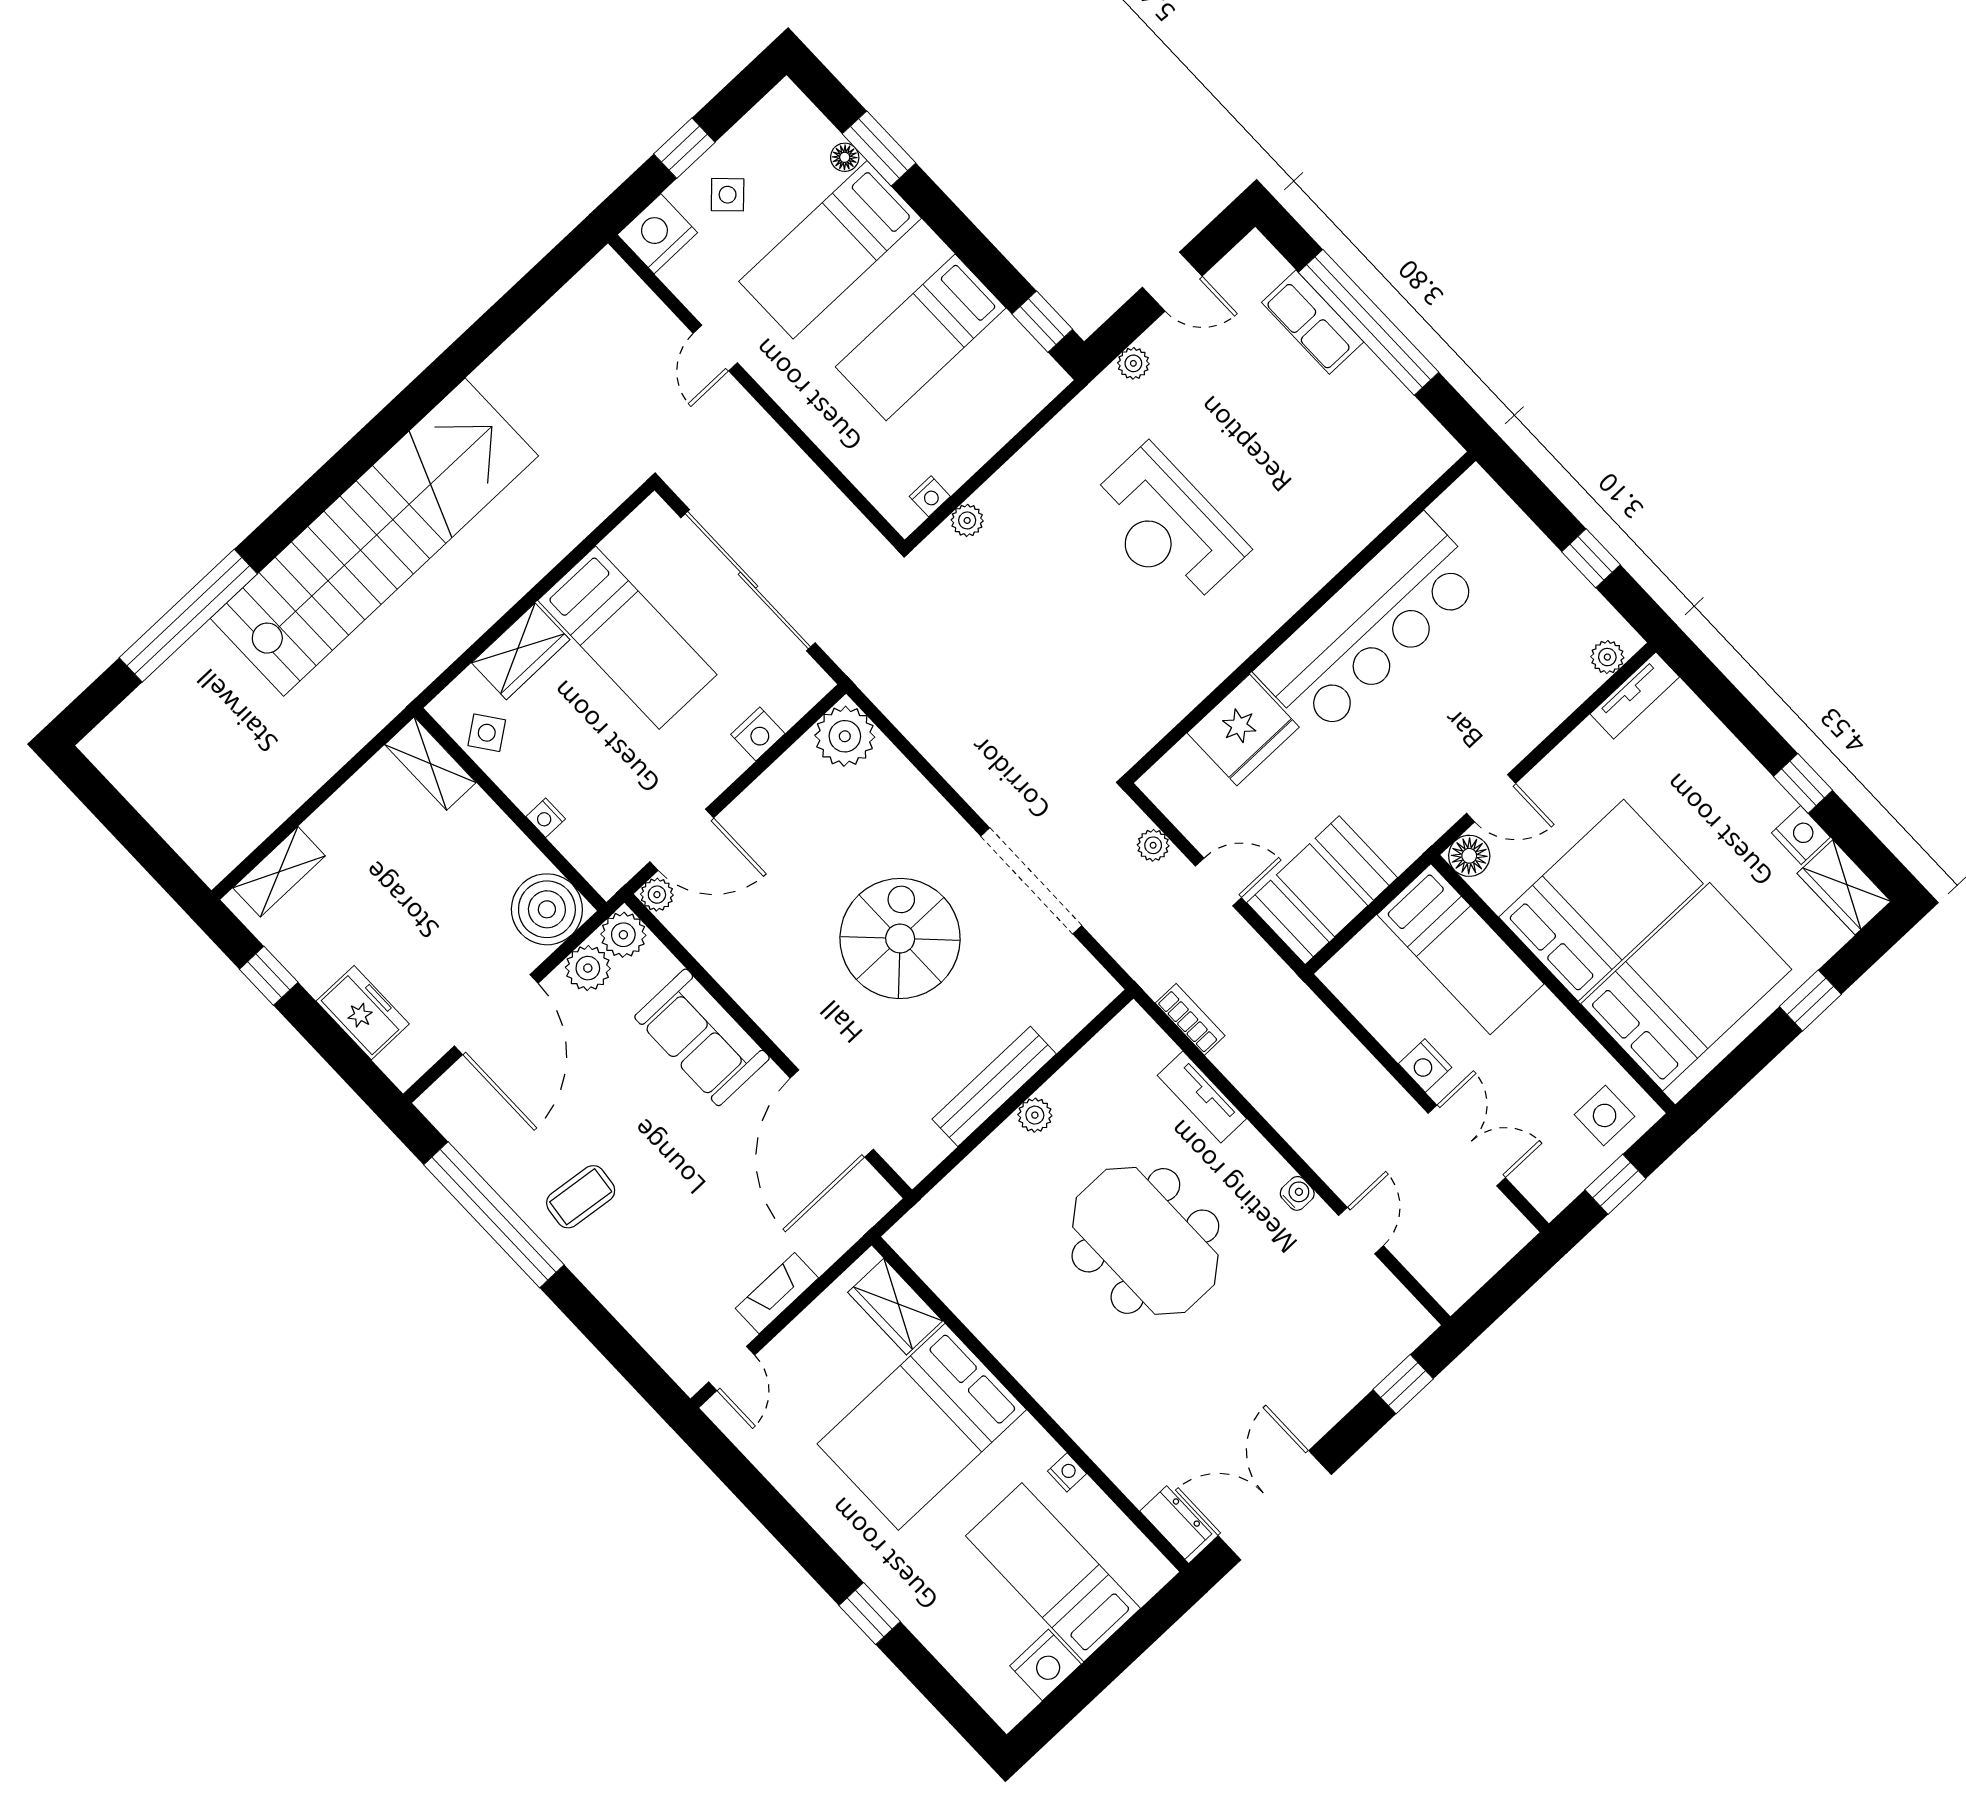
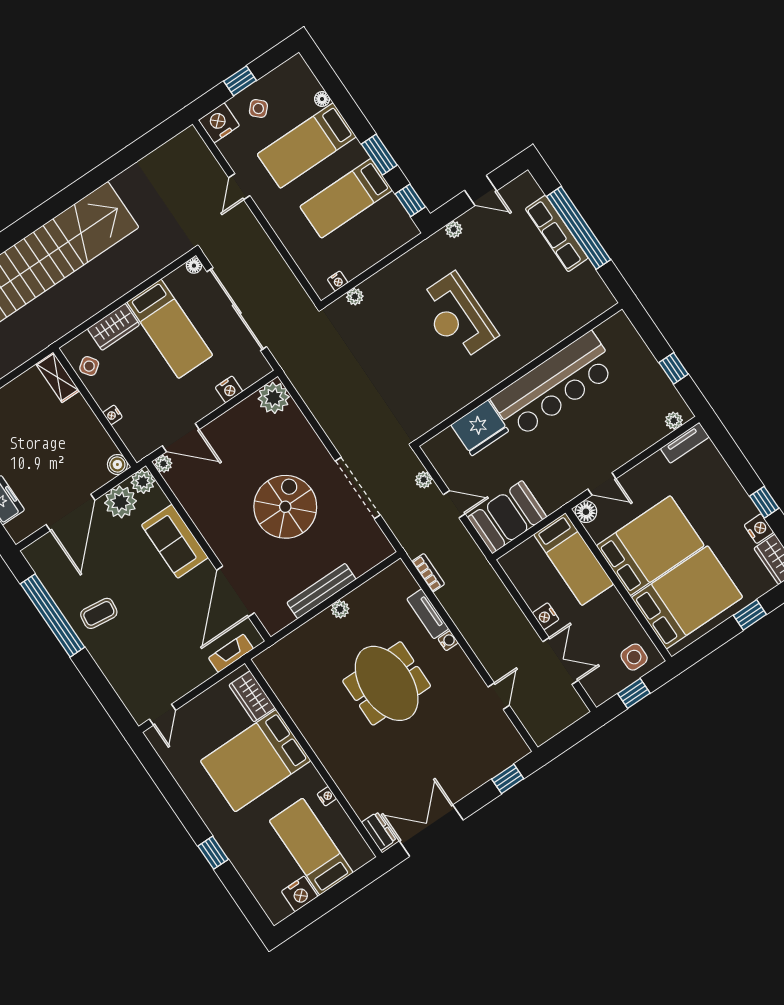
window: (879, 148) -> (379, 155), moved
row of seats: (1313, 322) -> (557, 233), width x1.48
floor lamp: (654, 511) -> (194, 266), added
boiler: (547, 909) -> (117, 465), width x0.54, depth x0.54
plant: (588, 968) -> (120, 502), width x1.36, depth x1.36
water cooler: (1297, 1193) -> (448, 641), moved
fireplace: (777, 1293) -> (231, 653), moved

